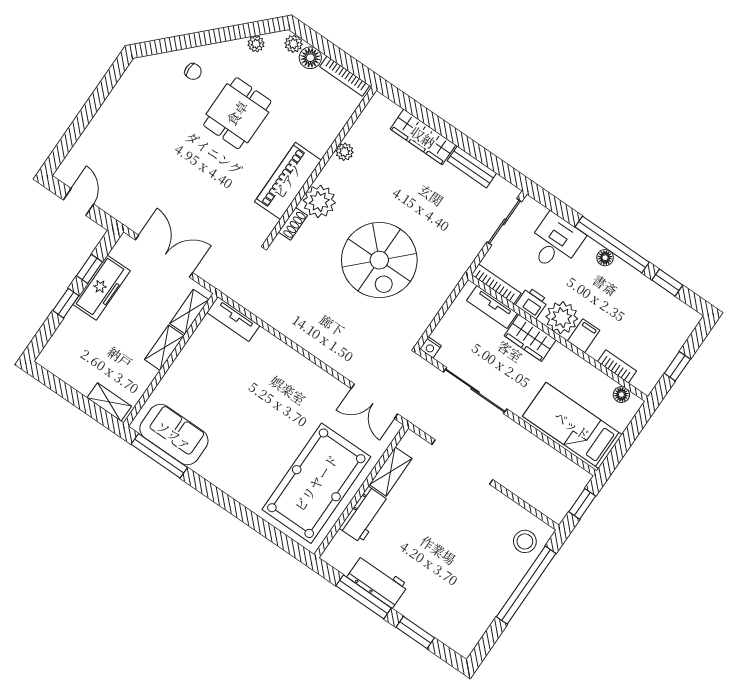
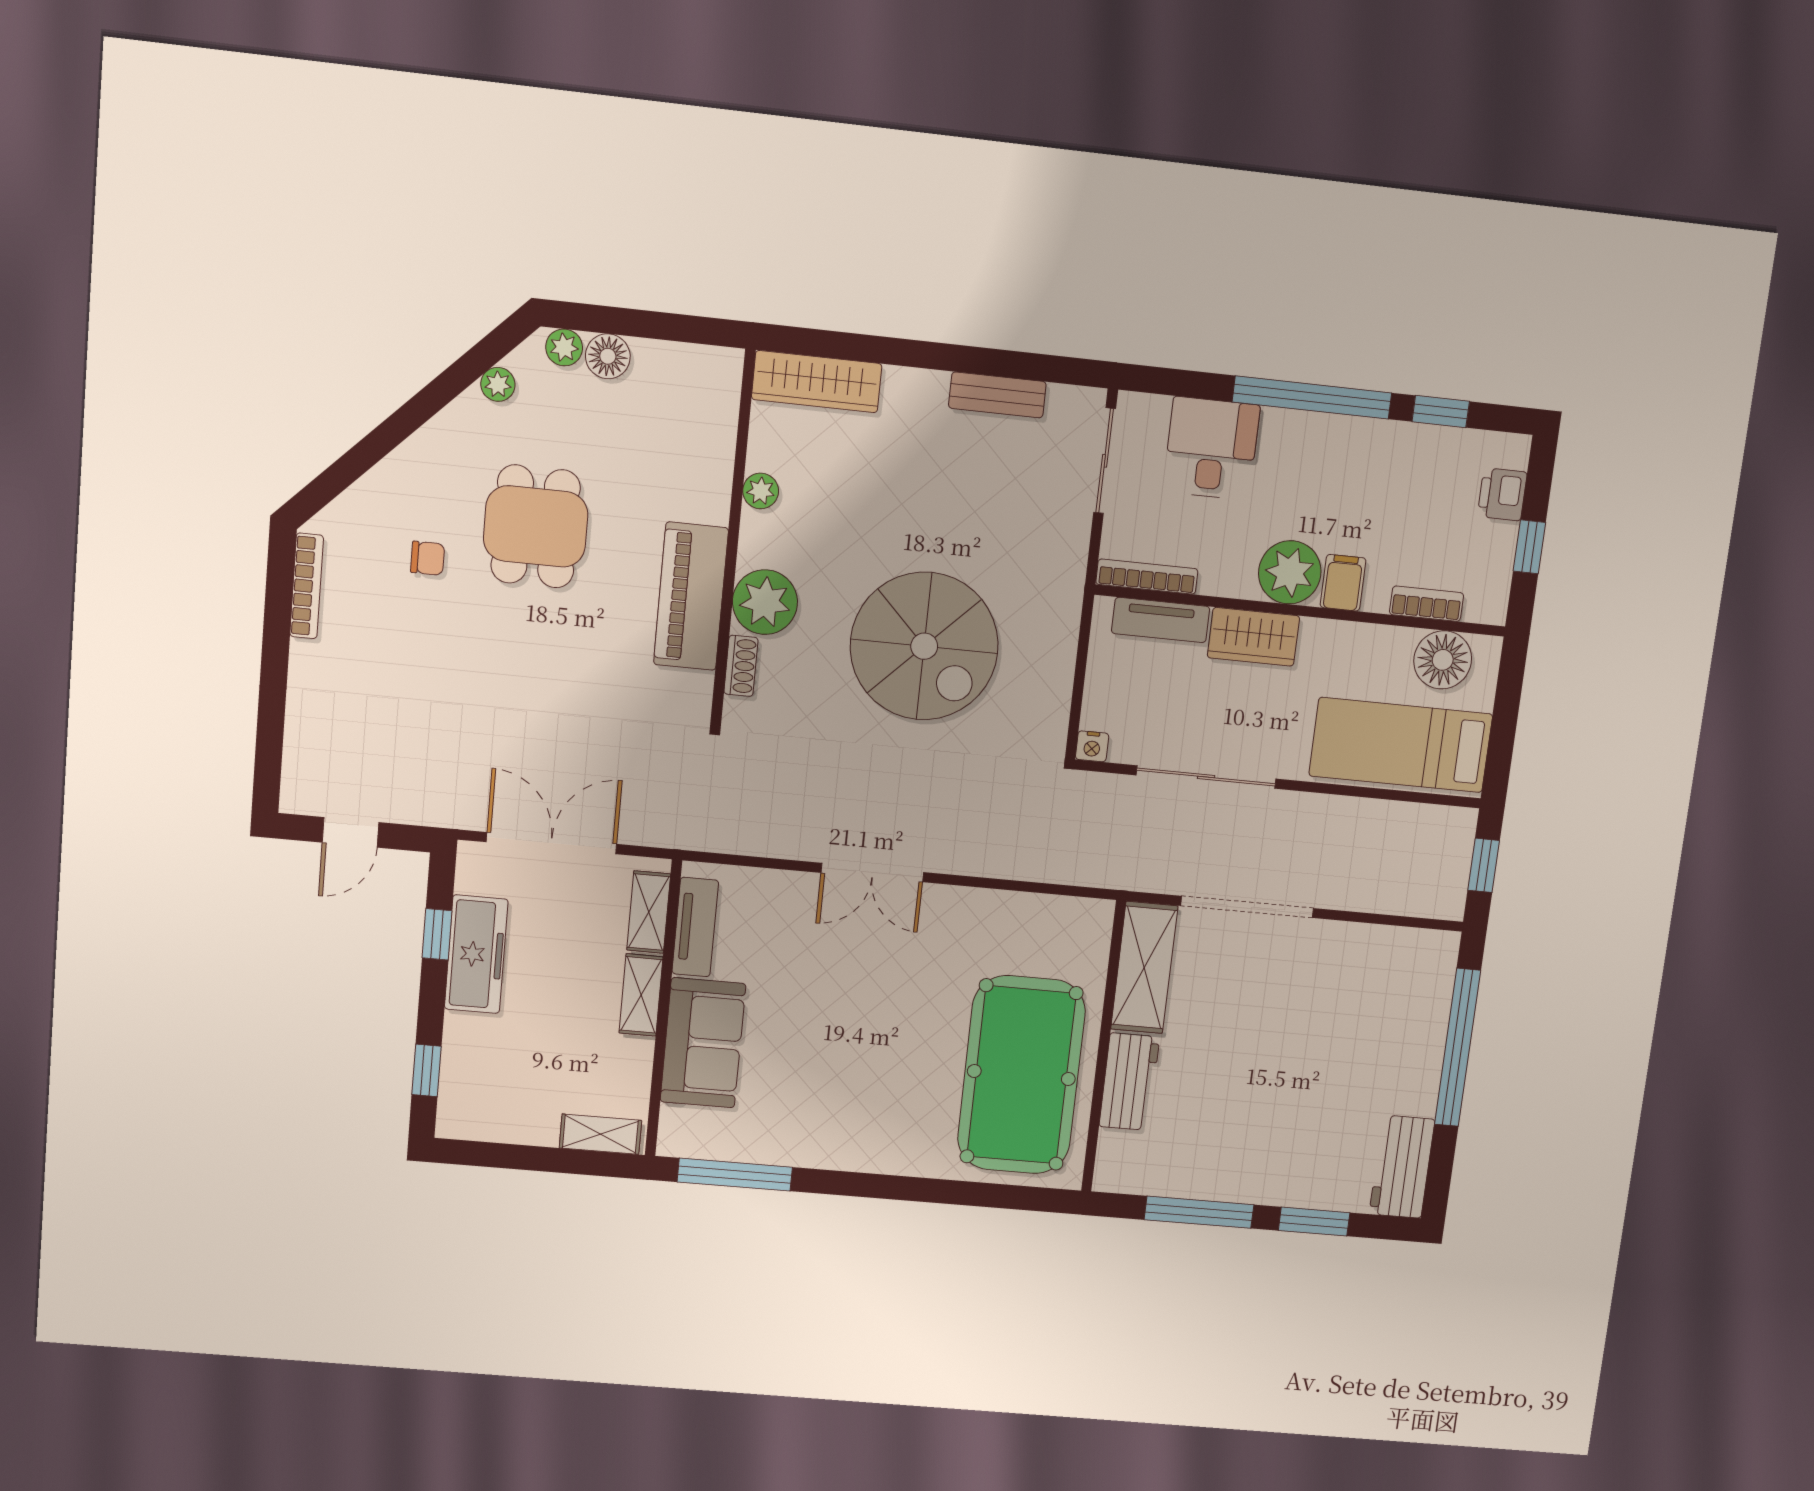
chair: (193, 72) -> (428, 558), moved
bookcase: (345, 76) -> (307, 586), moved, turned -90
wardrobe: (423, 137) -> (817, 382), moved
door: (78, 202) -> (351, 832), swing flipped
floor lamp: (605, 258) -> (1311, 427), removed
window: (66, 303) -> (427, 1070), moved
printer: (532, 303) -> (1502, 494), moved, turned -90
tv unit: (233, 319) -> (695, 927), moved, turned -90
floor lamp: (621, 395) -> (1443, 660), width x1.89, depth x1.89
double door: (374, 401) -> (872, 873), moved
sofa: (174, 435) -> (703, 1043), moved, turned 90
shelving: (391, 472) -> (1144, 968), width x1.50, depth x1.33
stool: (525, 541) -> (1419, 979), removed
workbench: (378, 581) -> (1402, 1167), moved, turned -90

